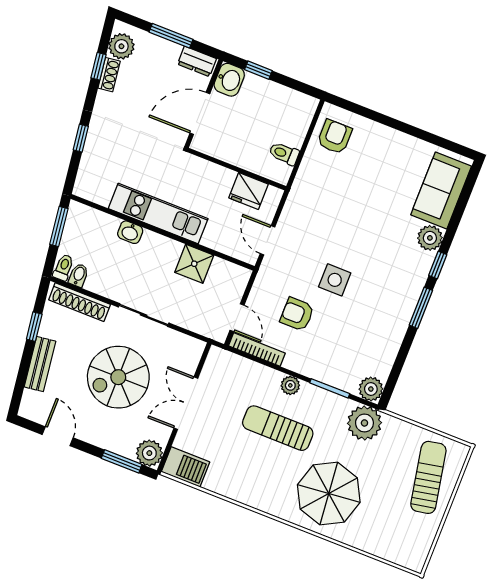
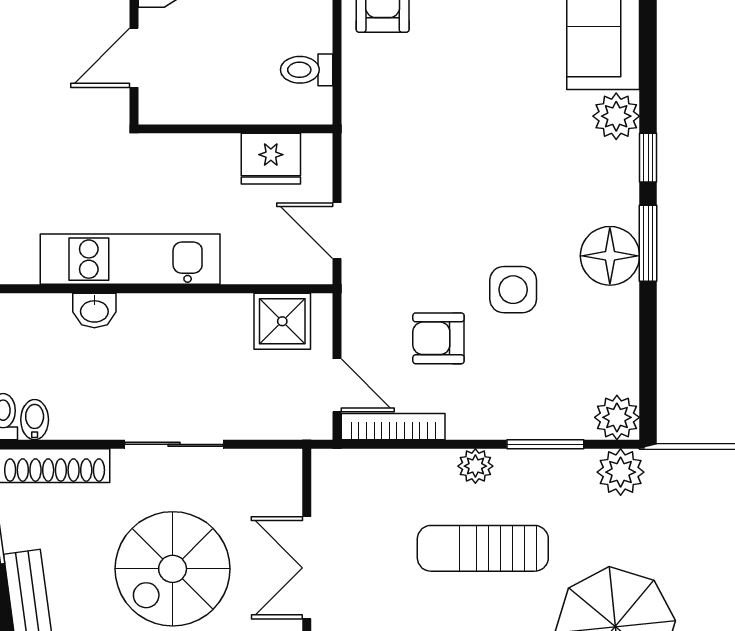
door: (200, 113) -> (134, 58), width x0.73
shower: (194, 264) -> (282, 321), moved
side table: (335, 280) -> (513, 290), moved
floor lamp: (399, 307) -> (610, 256), added
plant: (364, 423) -> (621, 472), width x0.73, depth x0.73

